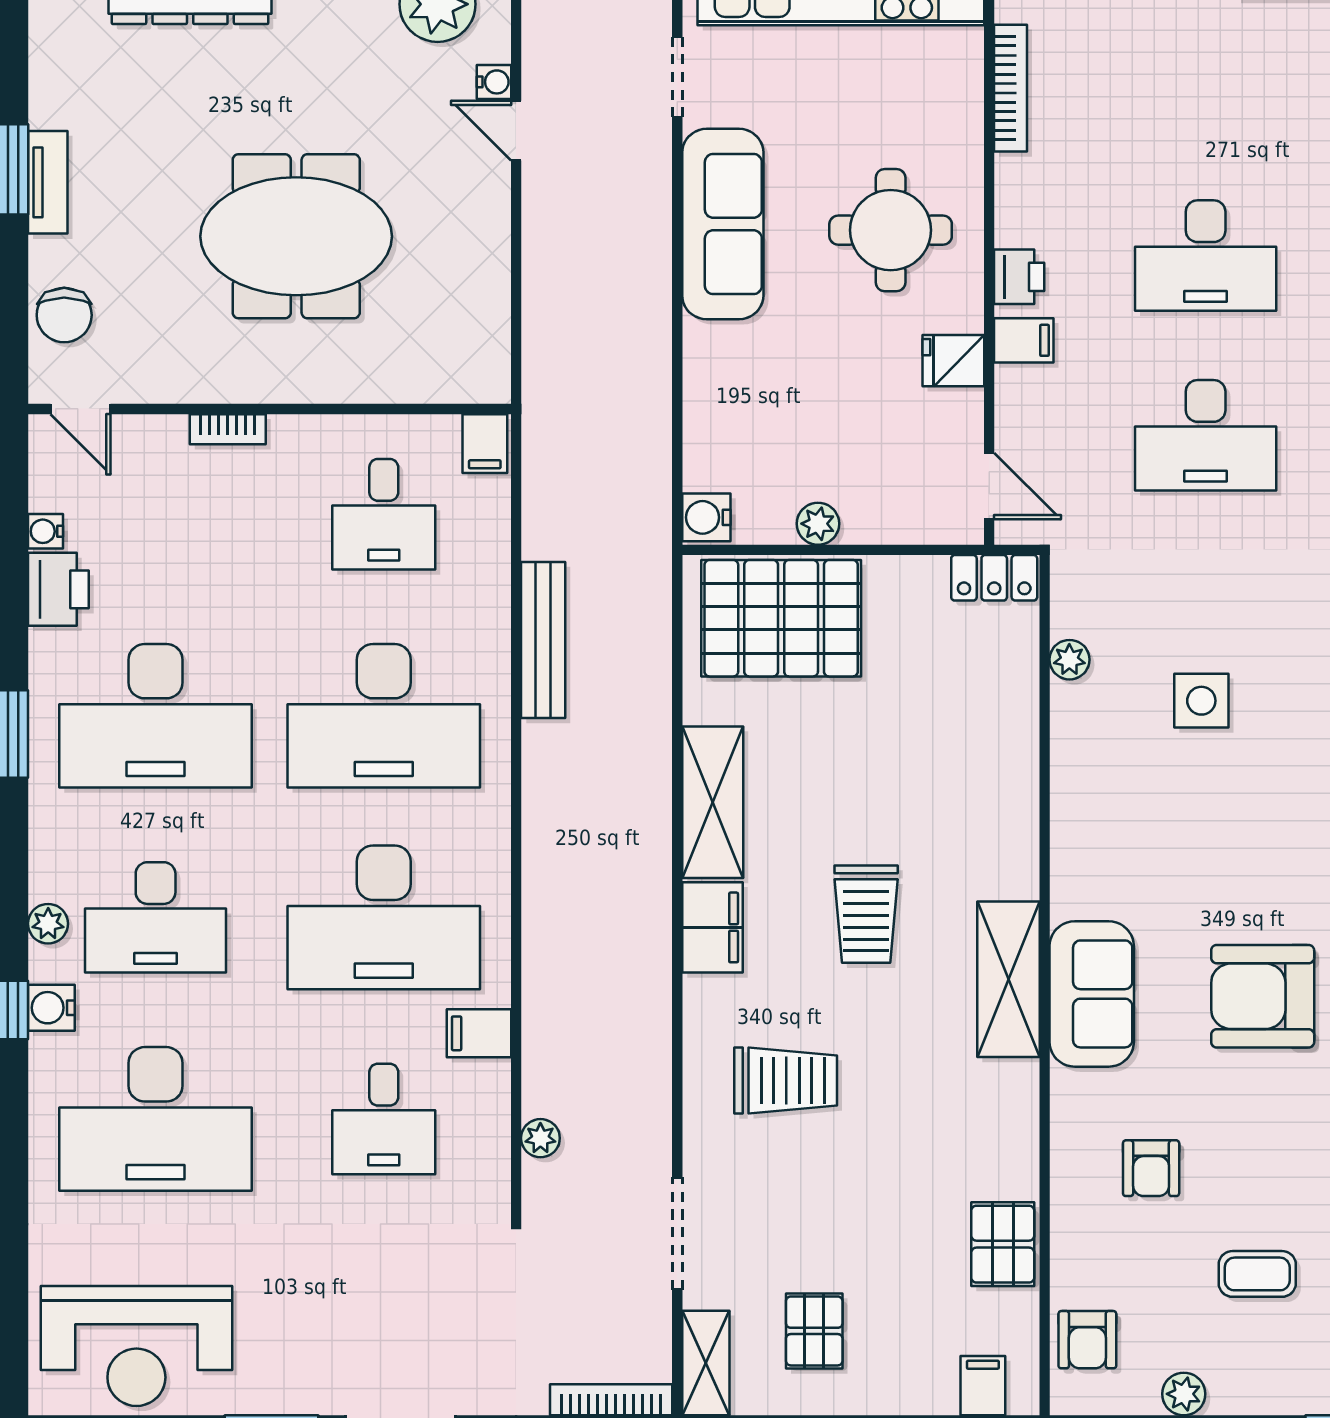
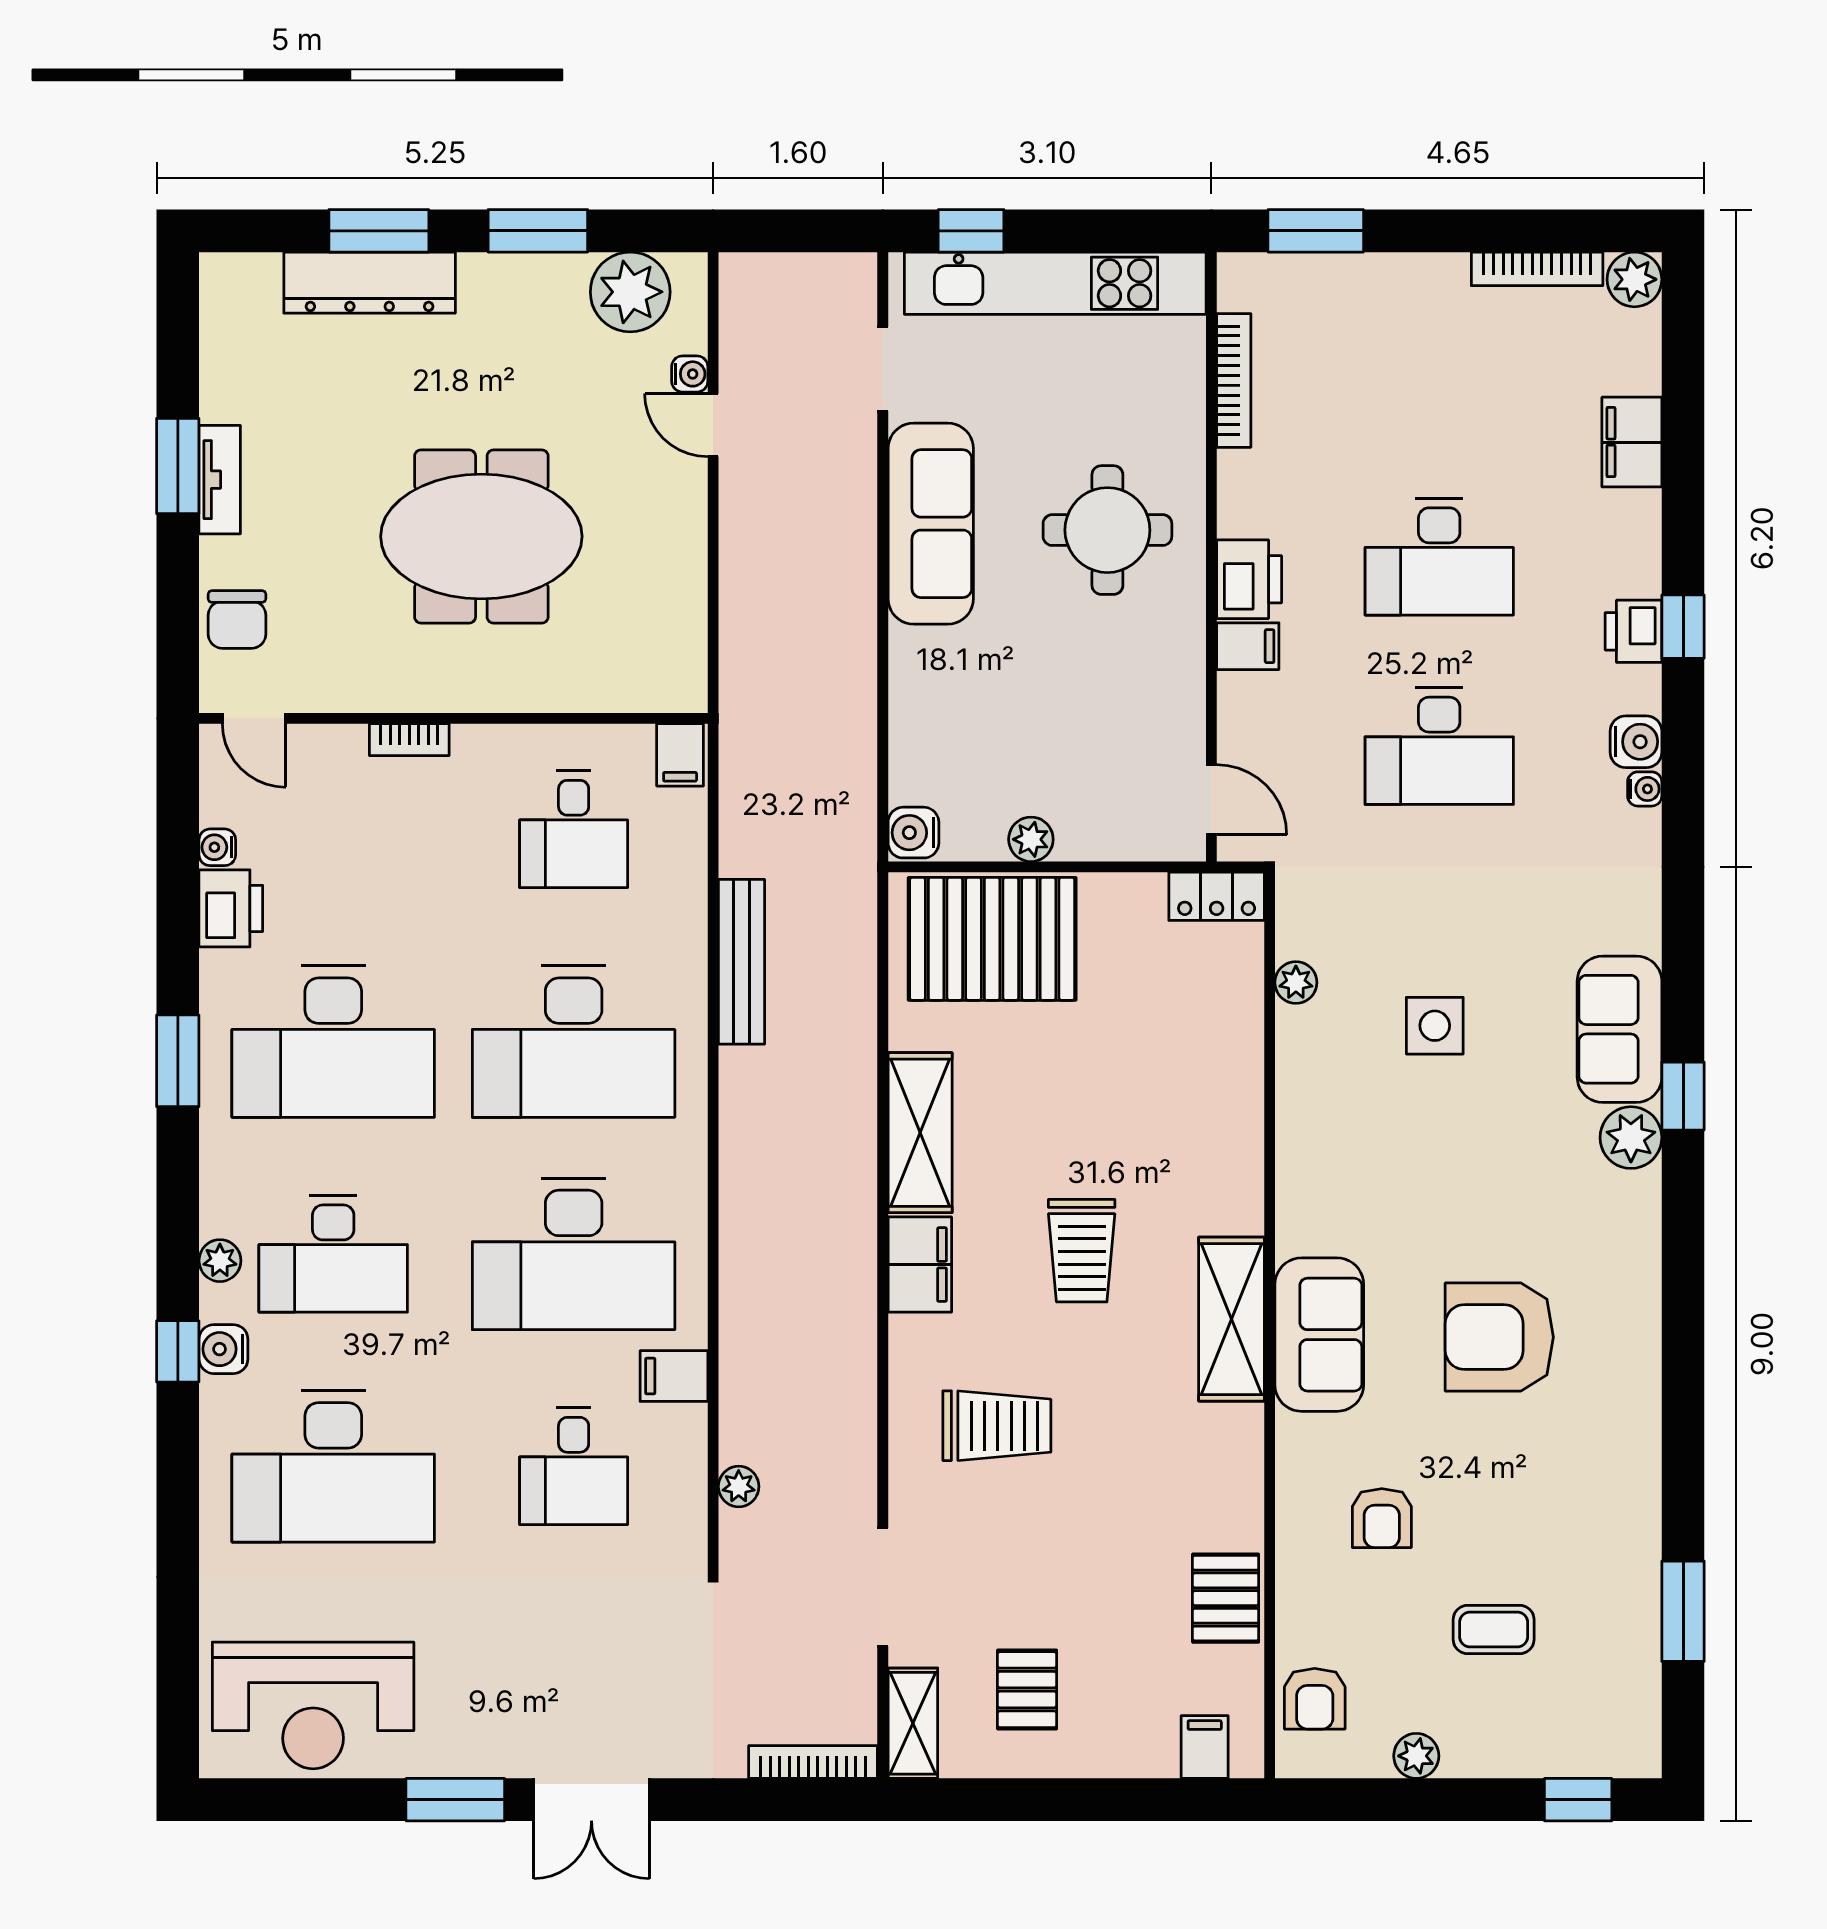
printer: (1019, 277) -> (1249, 579), width x1.36, depth x1.24
fridge: (953, 361) -> (1174, 667), removed

